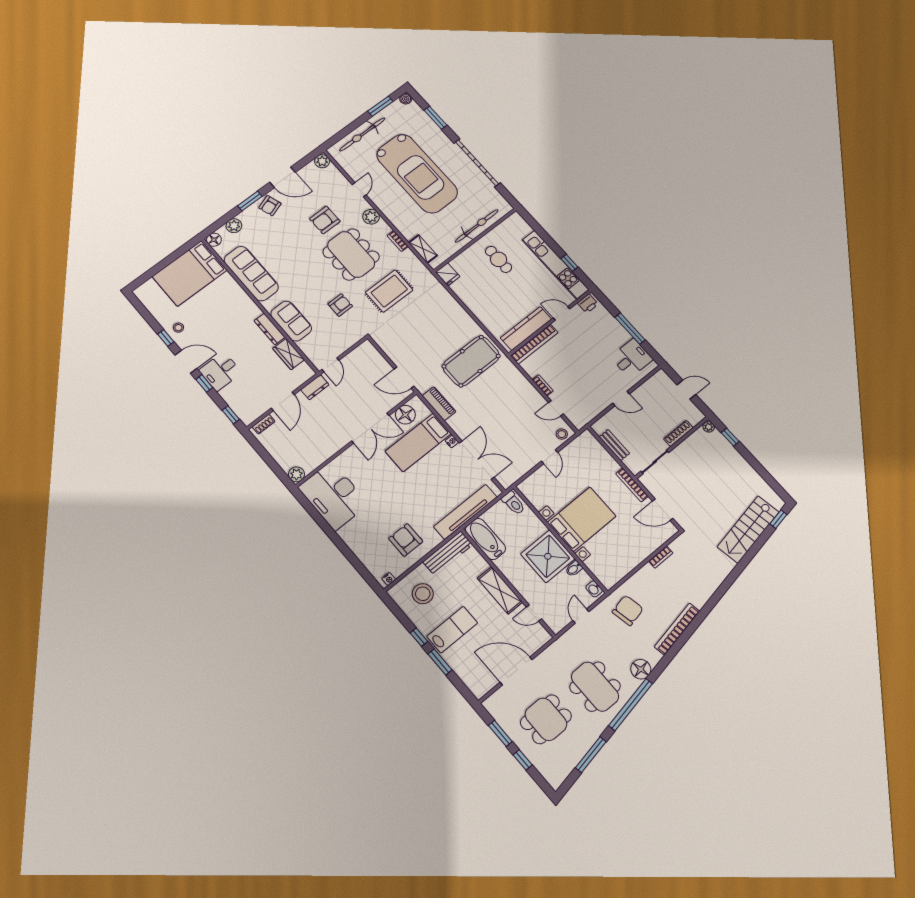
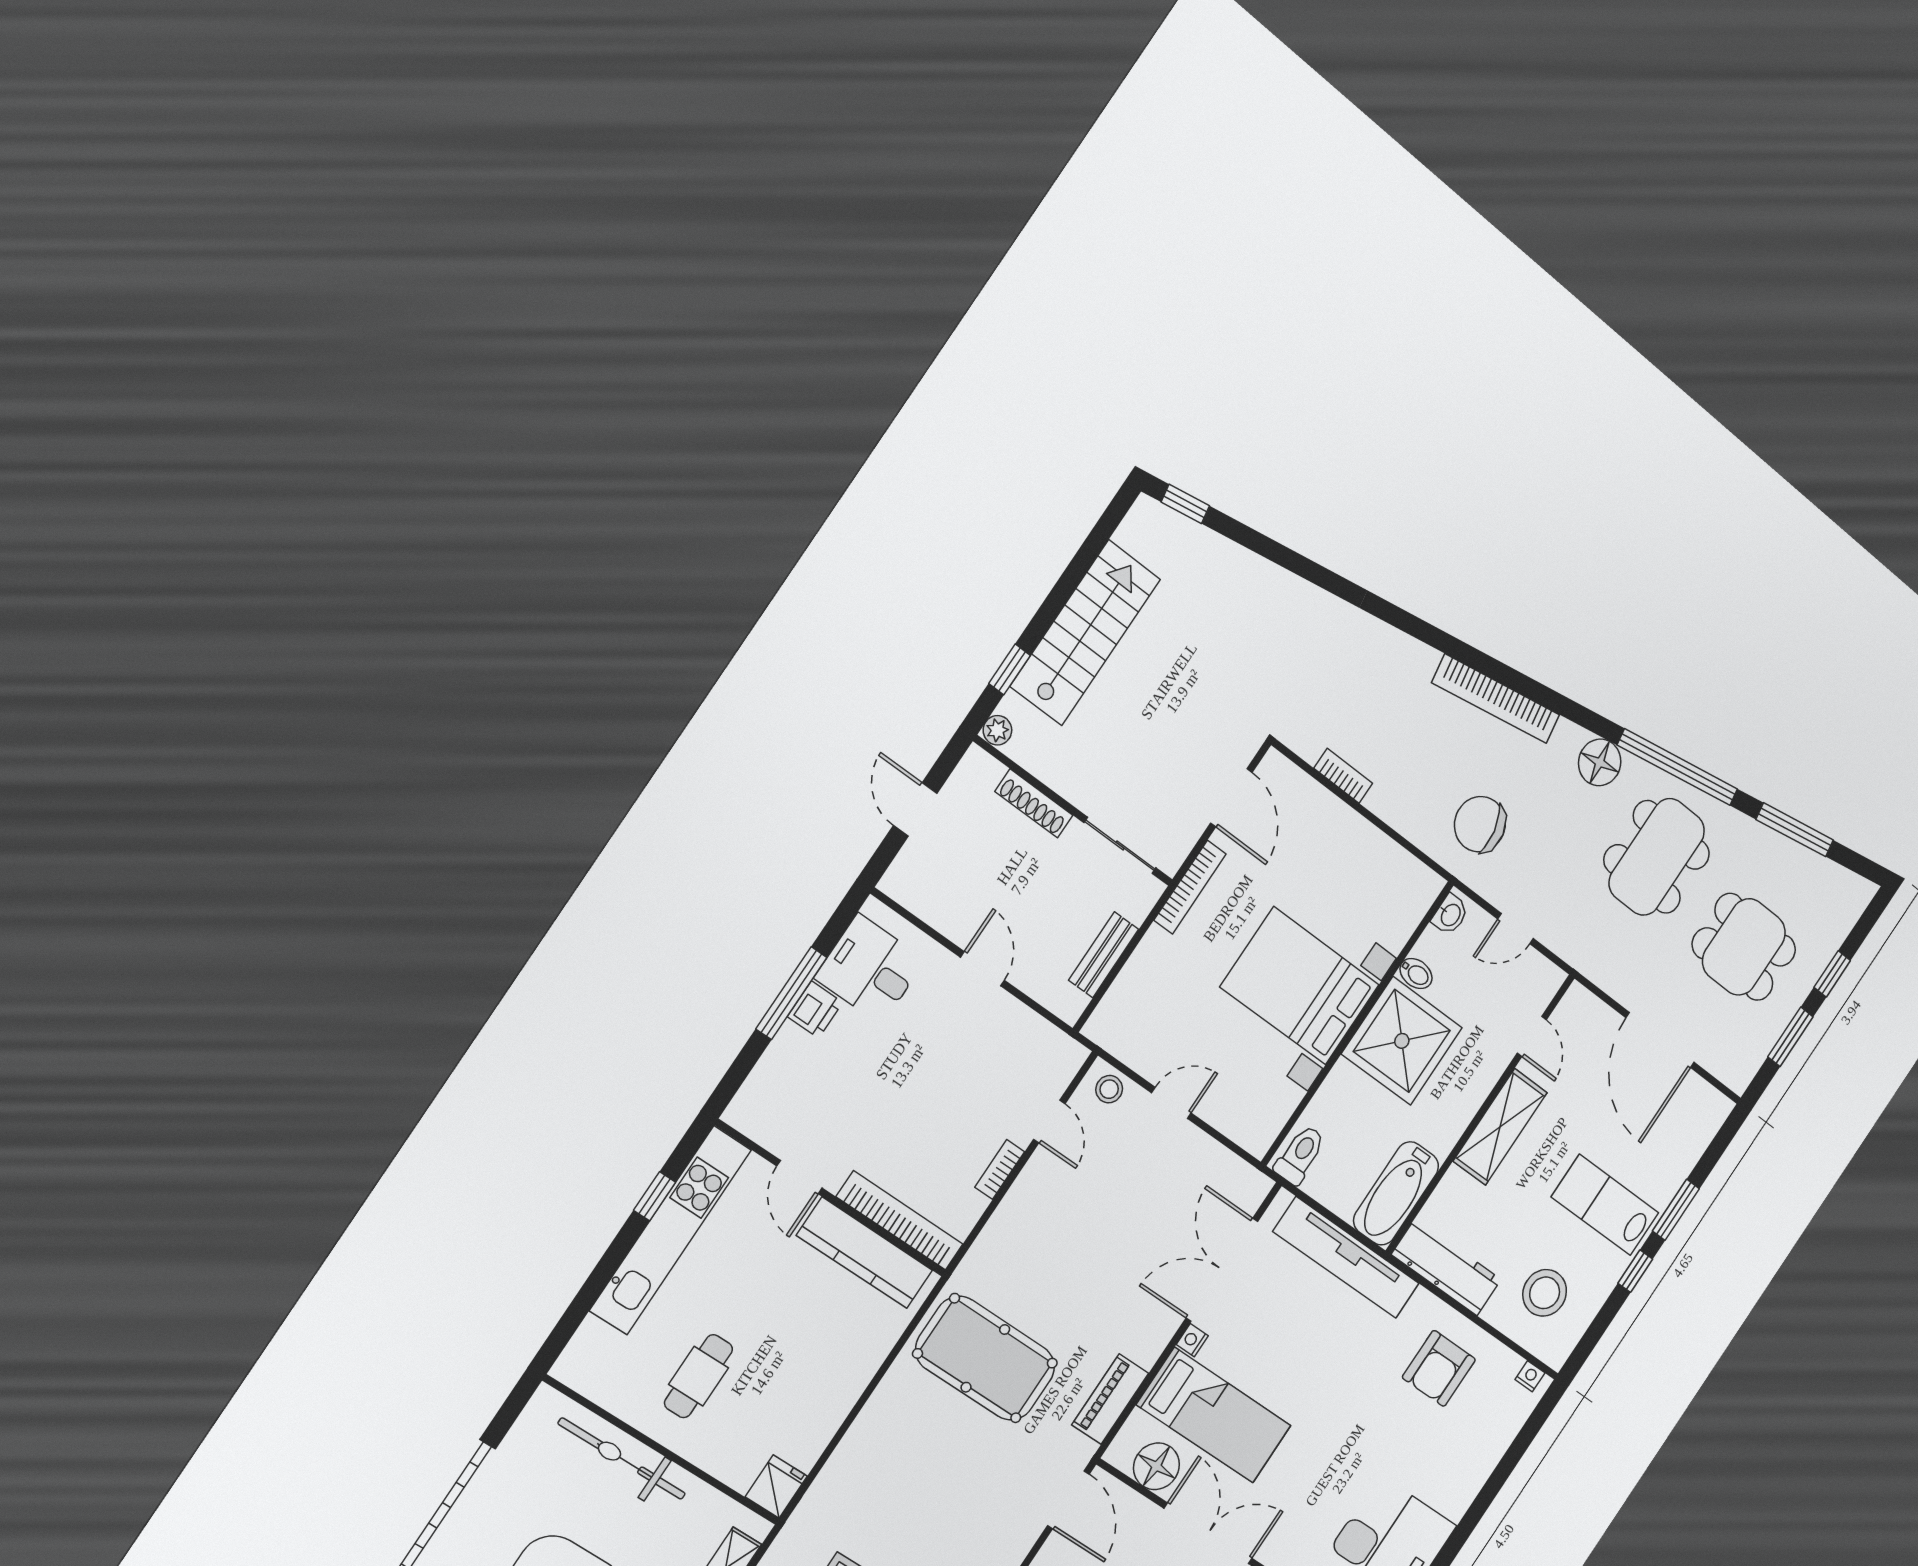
printer: (588, 304) -> (815, 1010), moved, turned 90
stairs: (748, 529) -> (1085, 633), moved, turned -80

